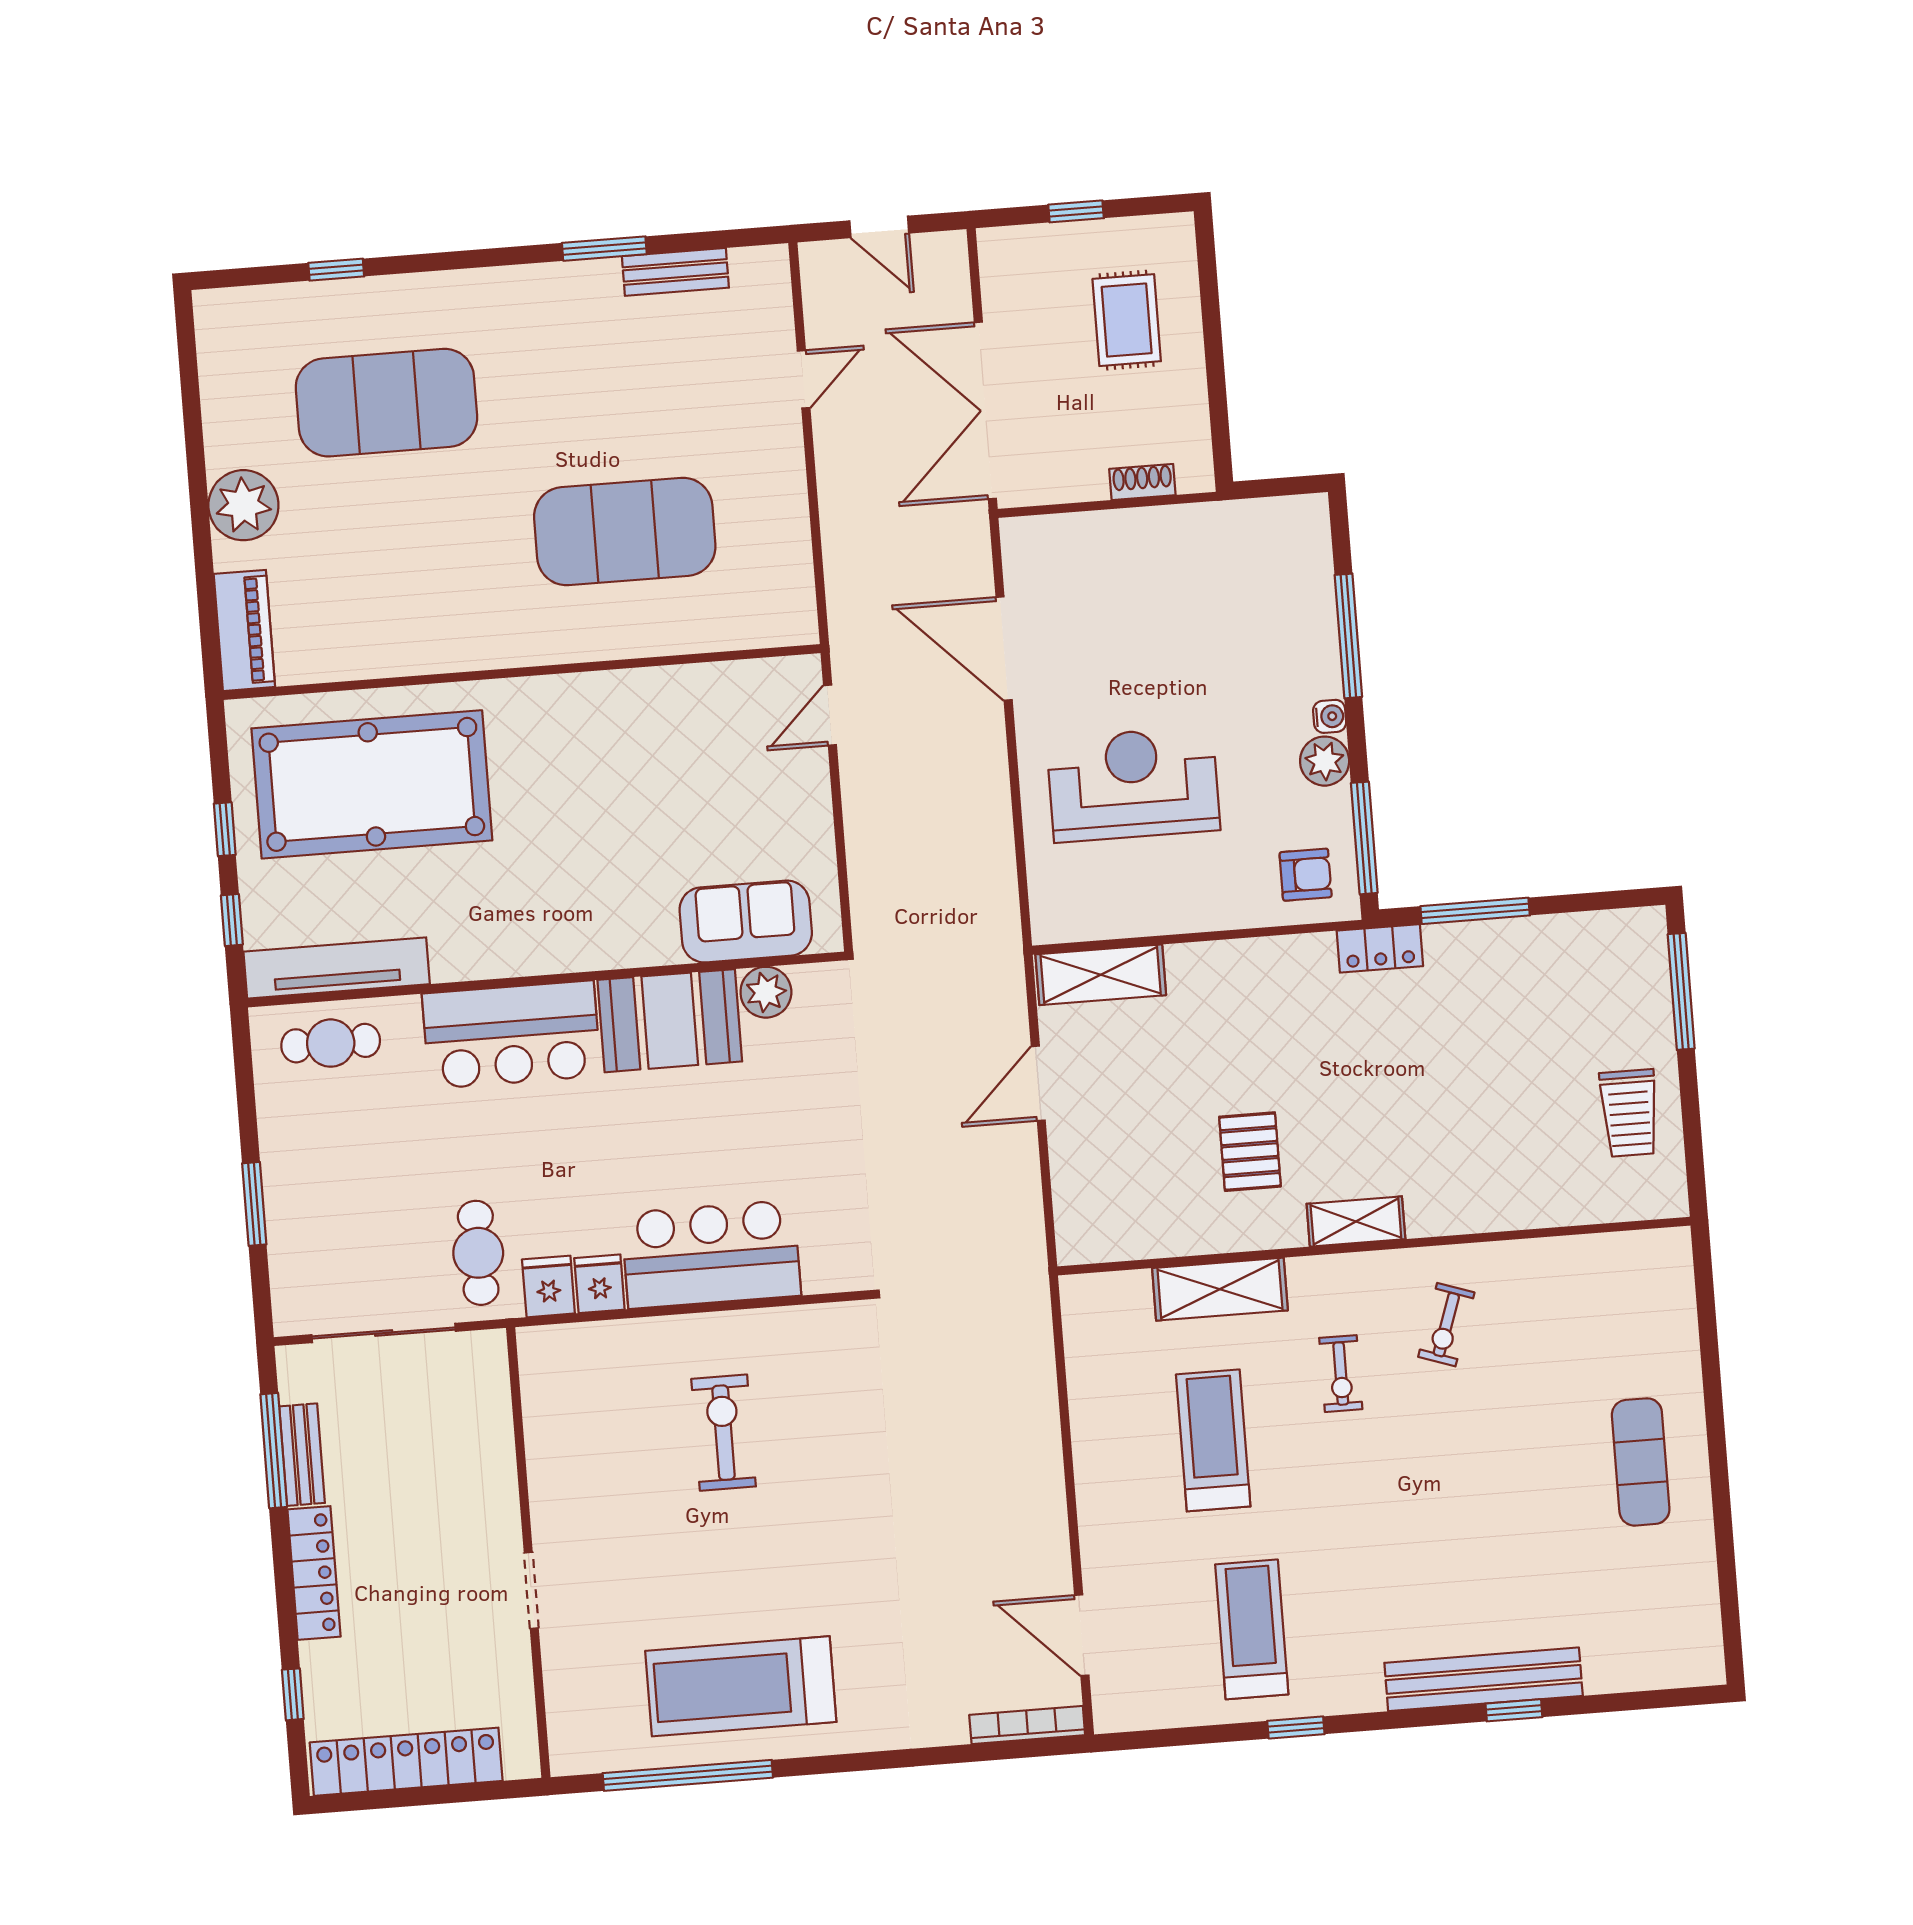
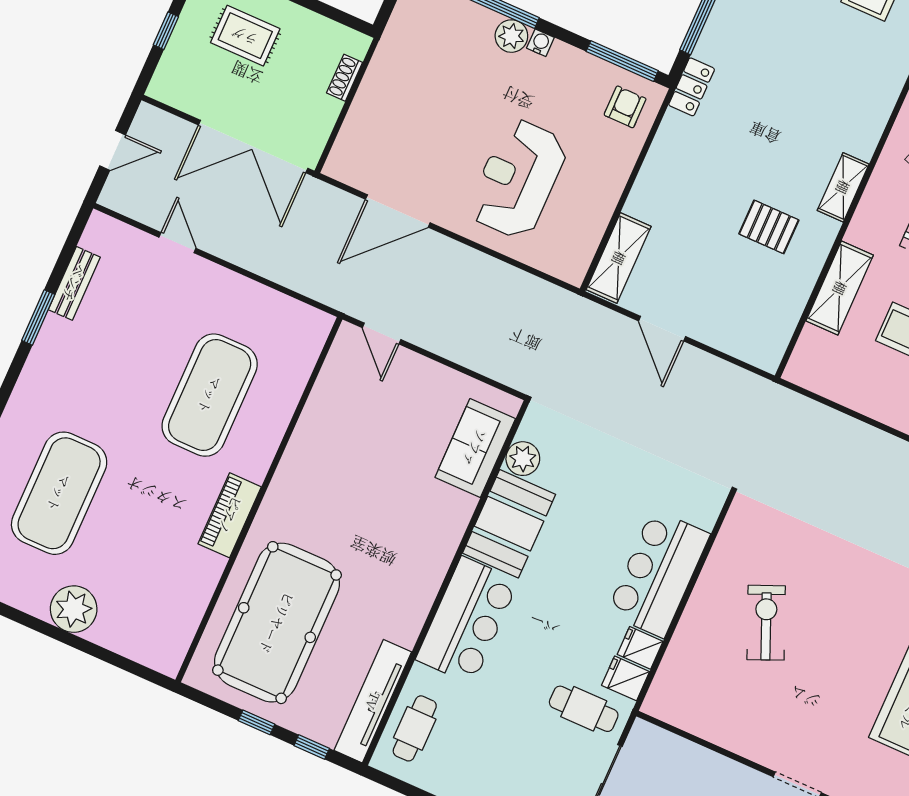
piano: (244, 630) -> (230, 515), moved, turned -90
plant: (1325, 761) -> (511, 36), moved
exercise bike: (724, 1433) -> (766, 623), turned 67

